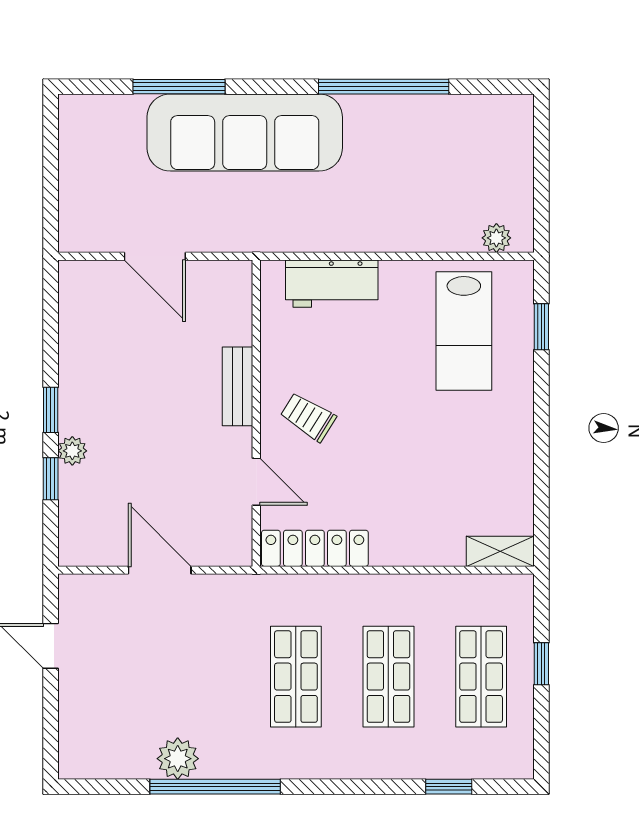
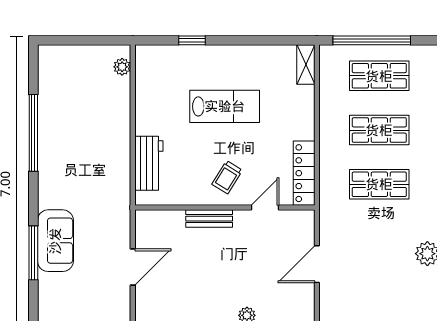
sofa: (245, 132) -> (55, 241), width x0.54, depth x0.79
window: (541, 327) -> (192, 40), moved
lab bench: (464, 331) -> (225, 106), moved
window: (541, 664) -> (372, 40), width x3.17

